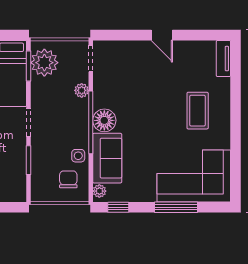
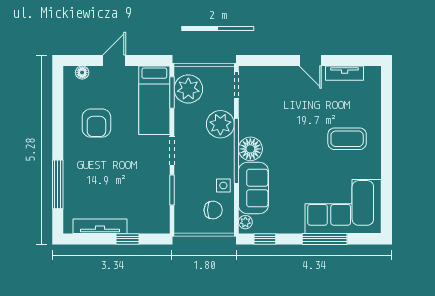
tv unit: (223, 59) -> (345, 73), moved, turned -90
plant: (82, 90) -> (220, 124), width x1.87, depth x1.87
coffee table: (198, 111) -> (347, 139), turned 90
chair: (68, 179) -> (213, 210), turned 90

